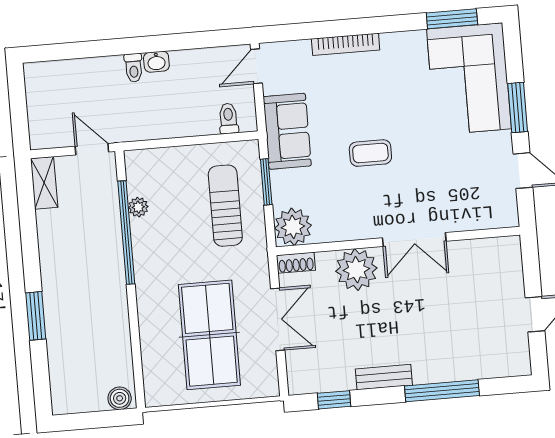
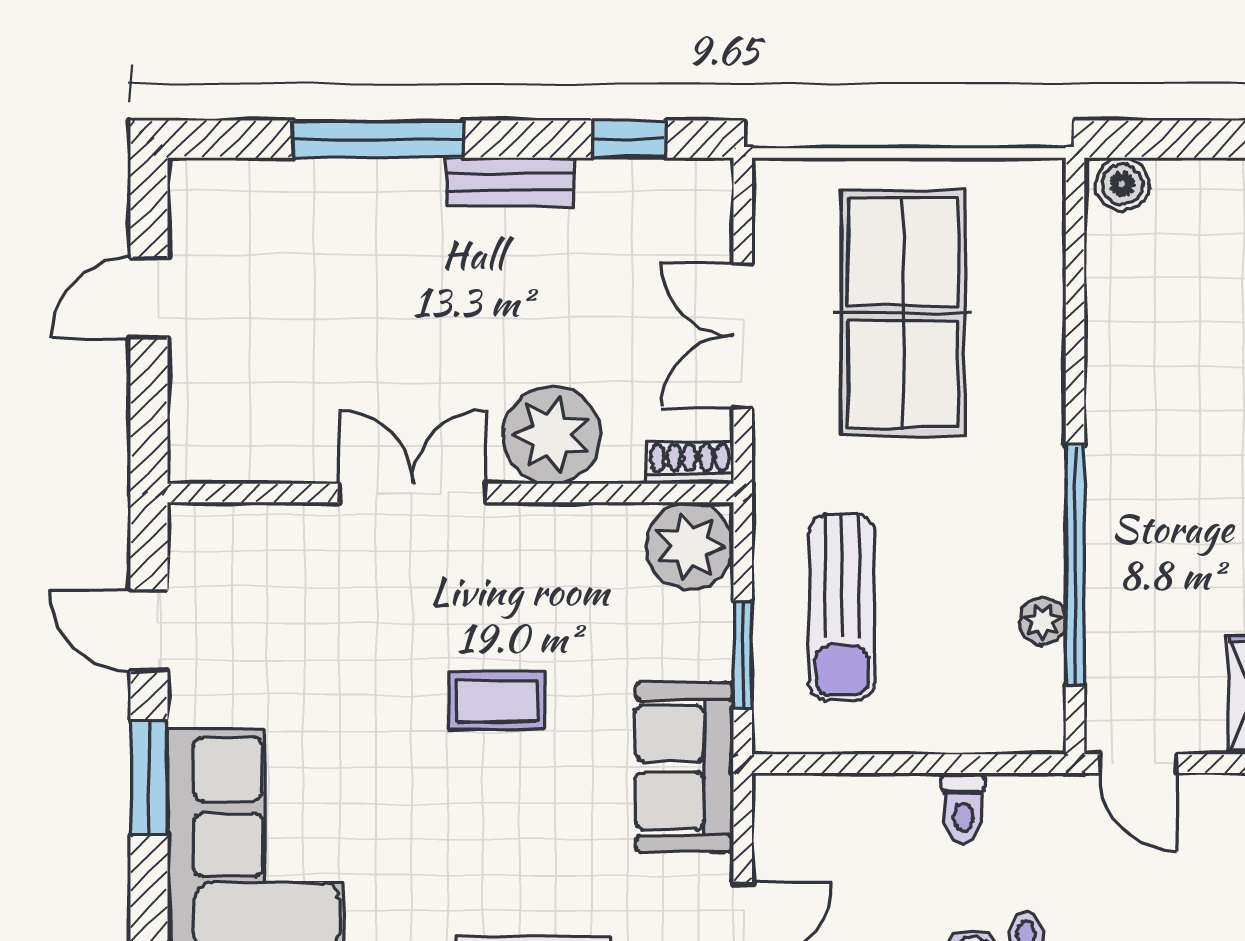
toilet: (228, 118) -> (963, 808), moved

